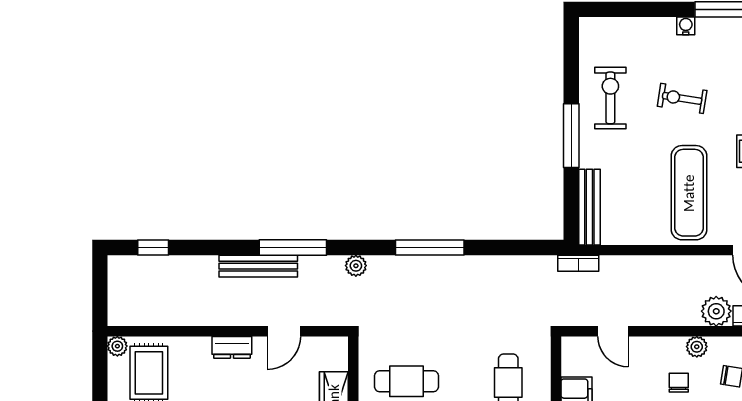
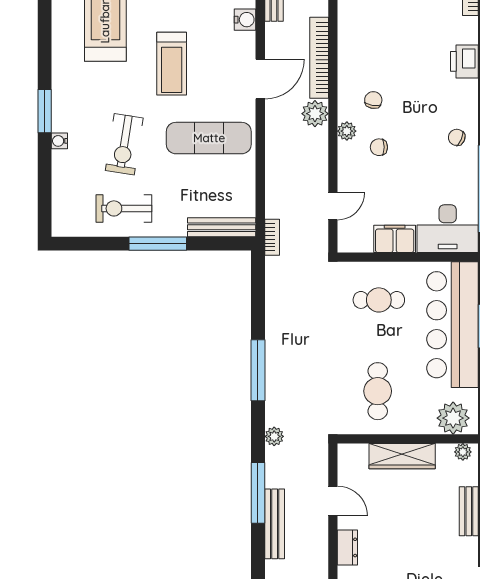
exercise bike: (682, 98) -> (124, 144), width x1.38, depth x1.39

